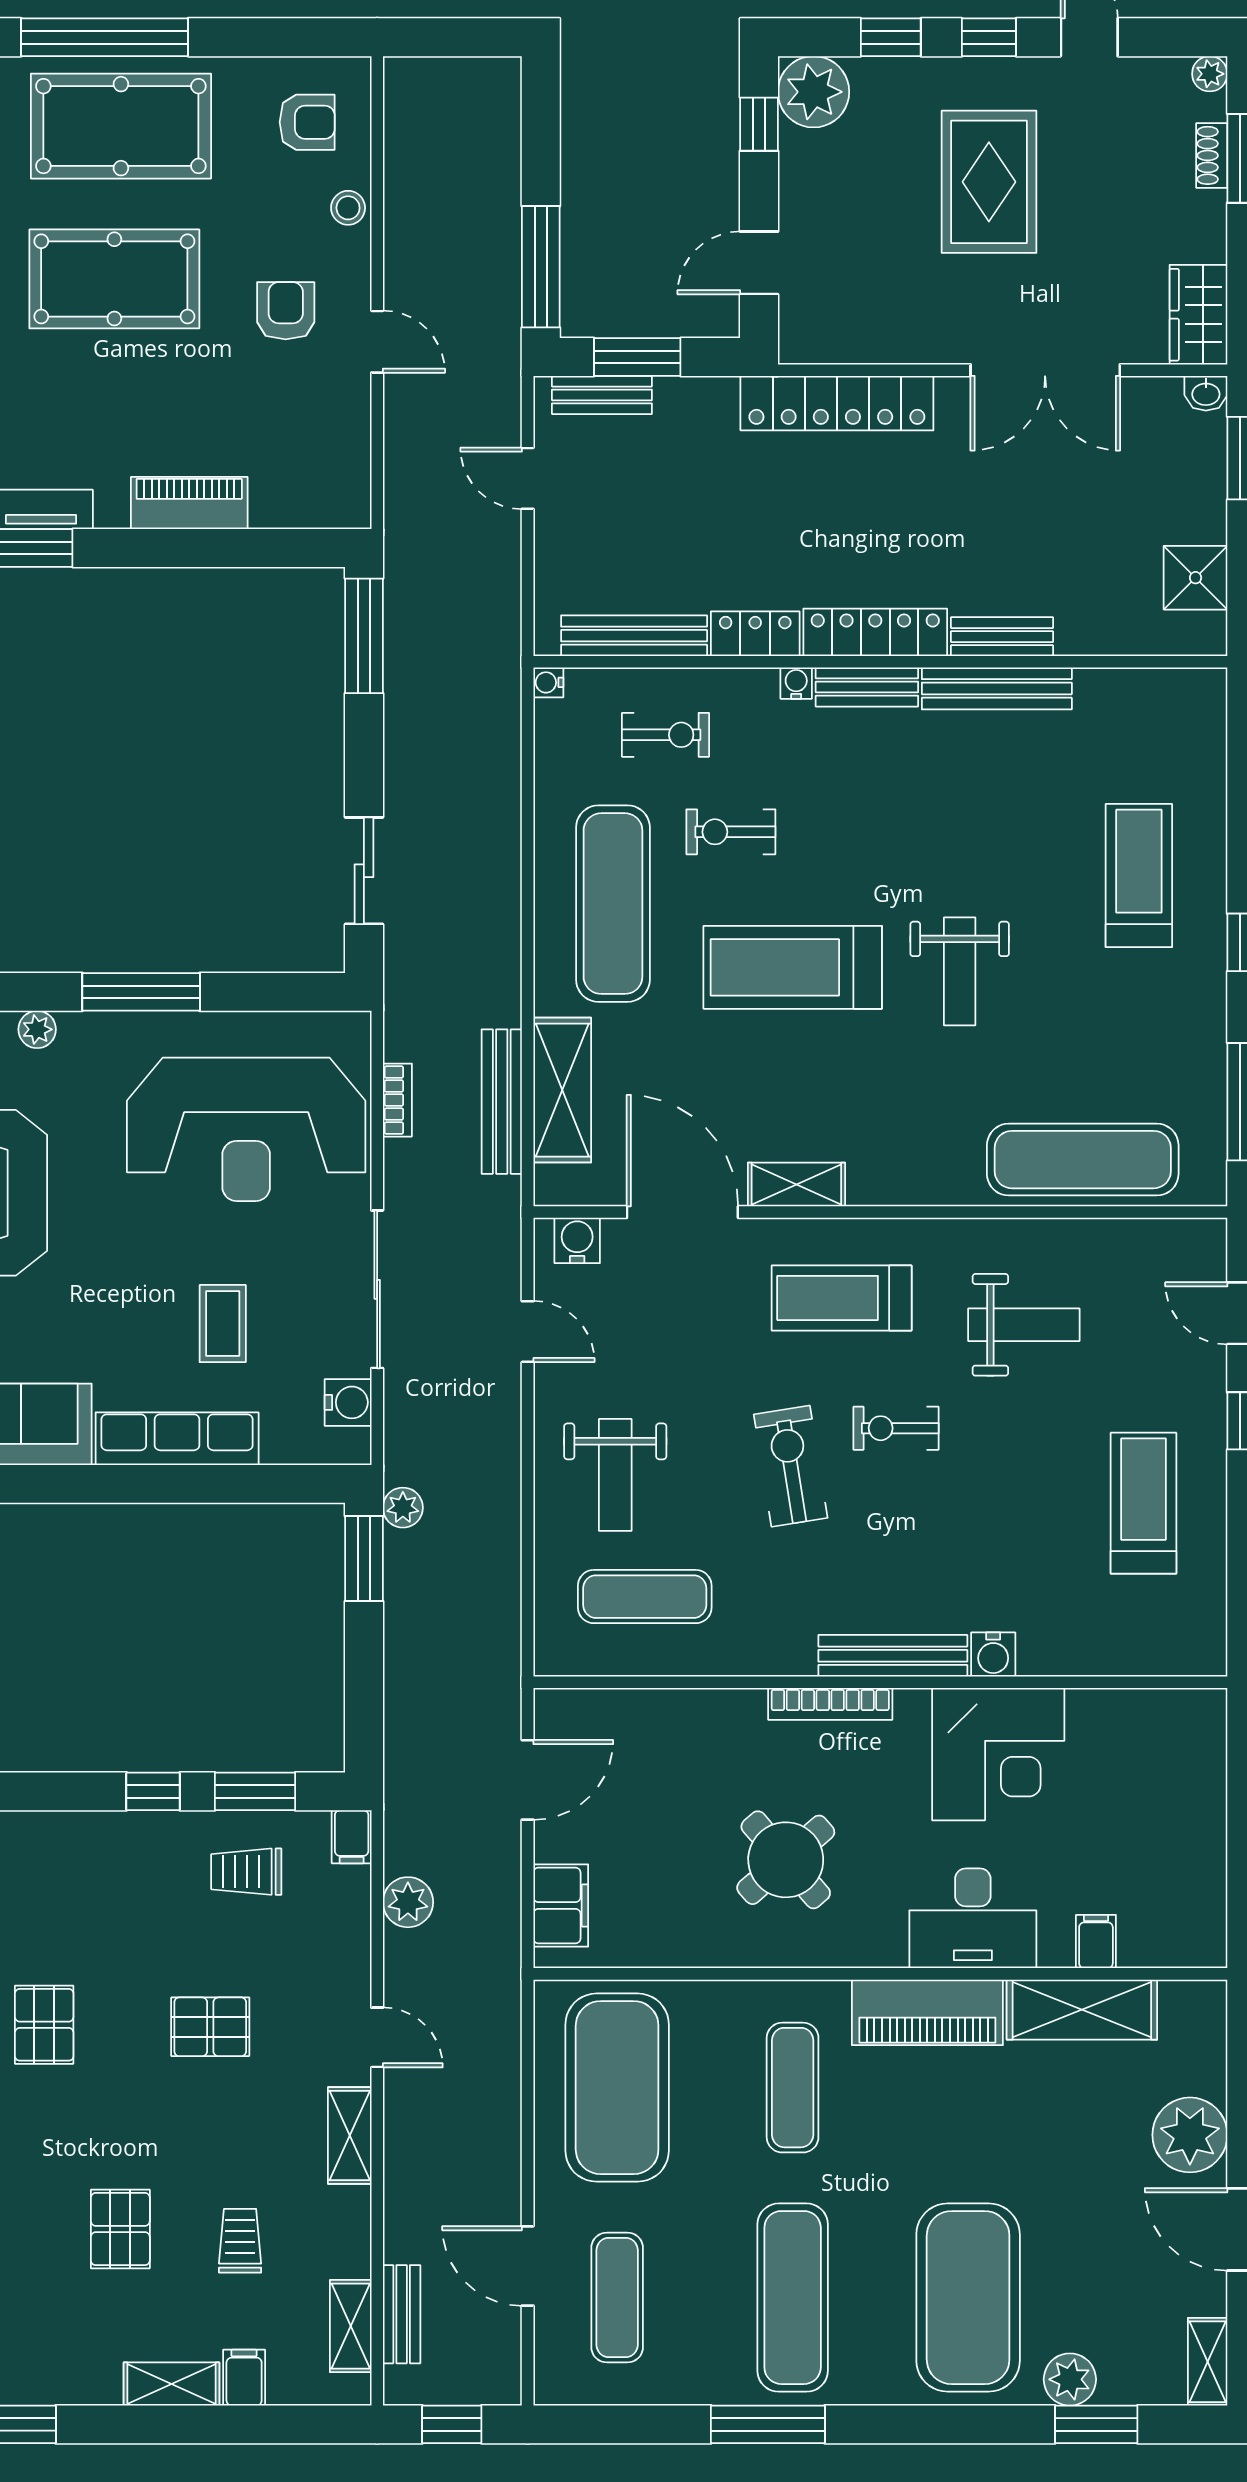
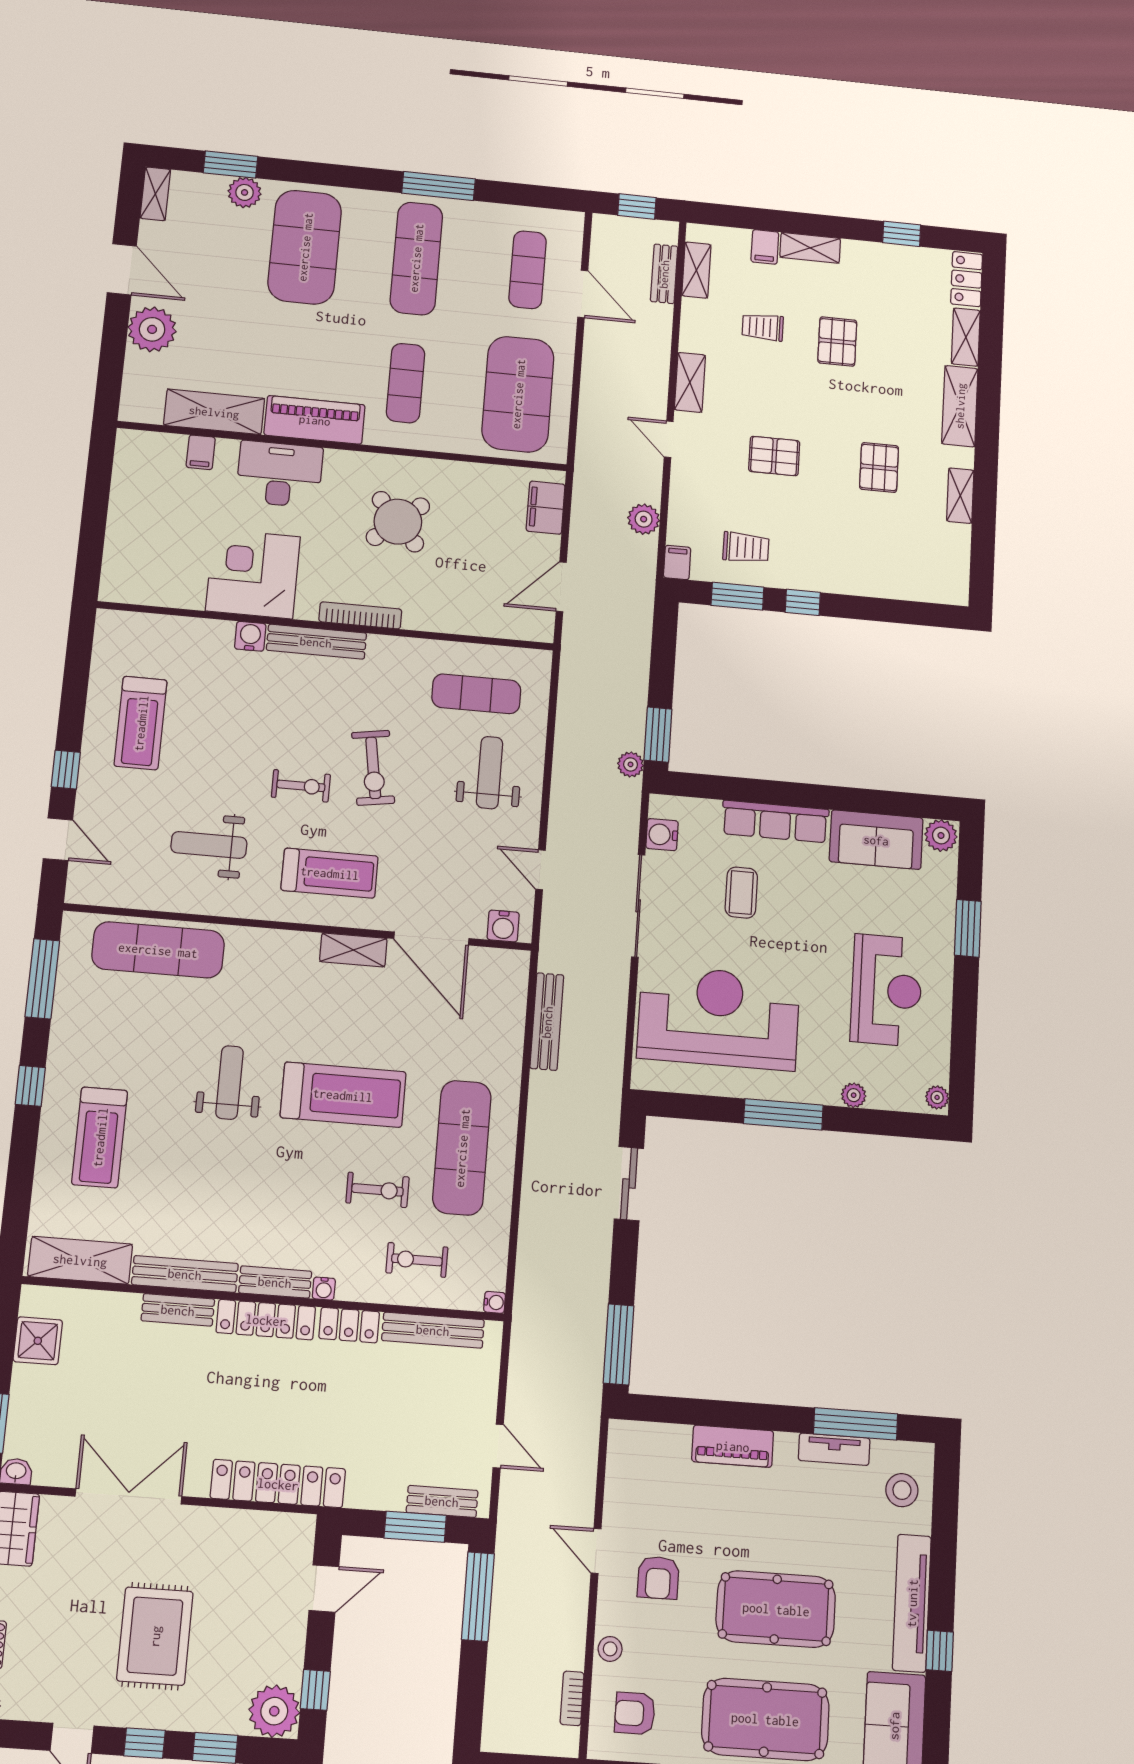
shelving: (562, 1090) -> (80, 1260), moved, turned 90
bookcase: (397, 1100) -> (572, 1698), moved
trolley: (240, 2241) -> (763, 327), turned 90

